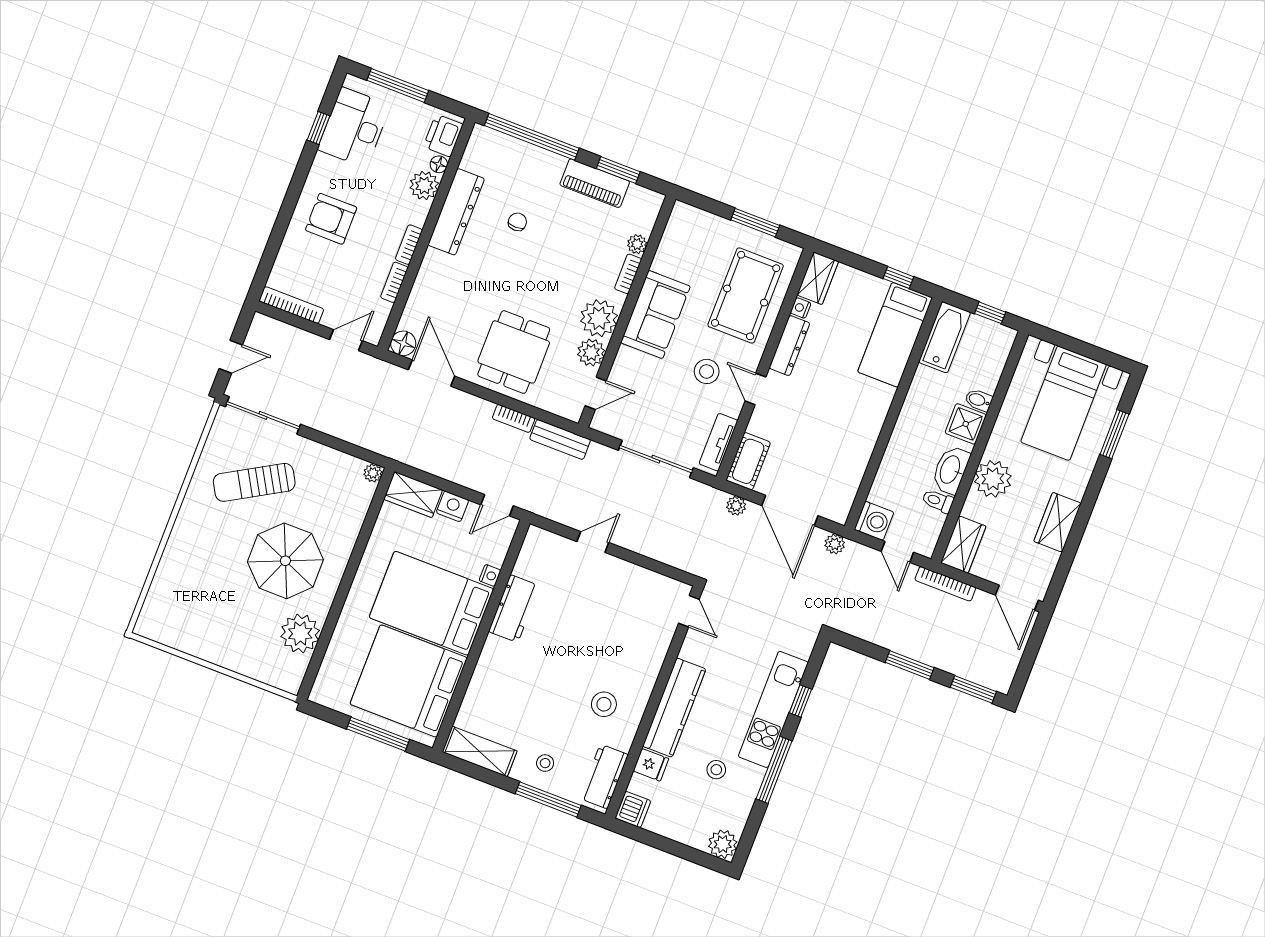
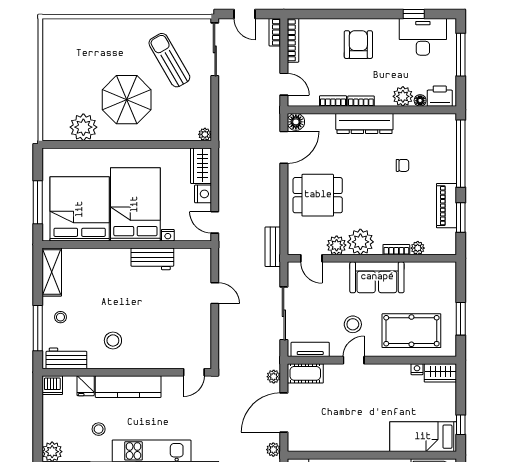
dresser: (456, 212) -> (364, 123), moved
dresser: (789, 346) -> (390, 371), removed
bookcase: (514, 418) -> (275, 32), moved

